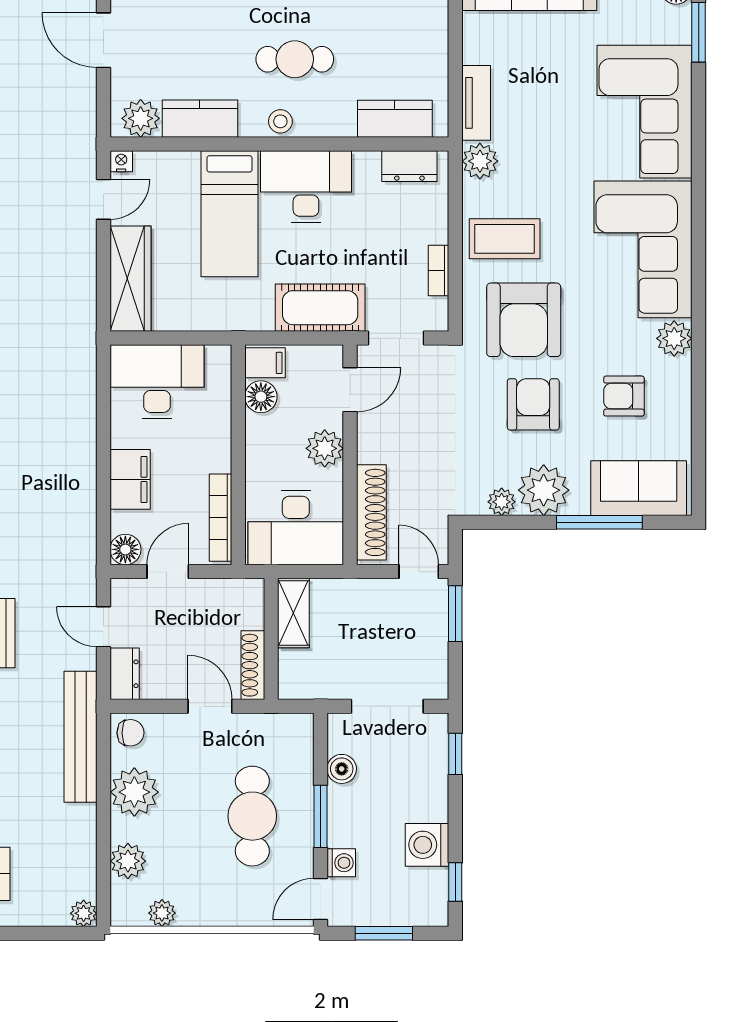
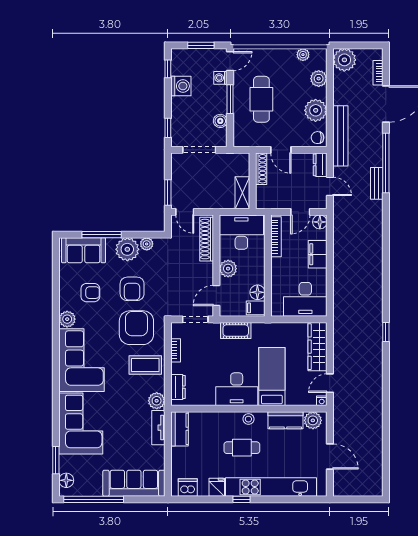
kitchen counter: (395, 119) -> (180, 429), moved, turned -90
dresser: (409, 166) -> (178, 387), moved, turned 90
cot: (320, 308) -> (236, 331), width x0.73, depth x0.75
plant: (84, 913) -> (344, 60), width x1.88, depth x1.88

